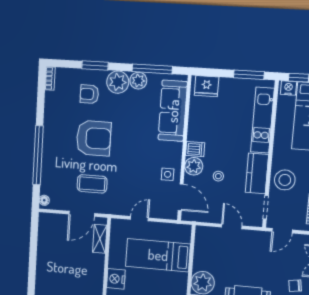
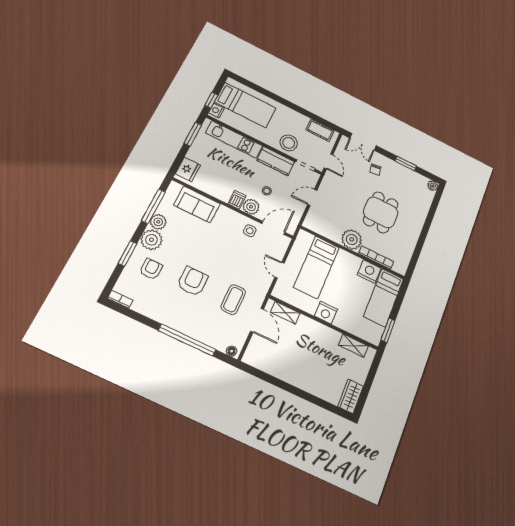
armchair: (89, 94) -> (151, 269), turned 180
sofa: (173, 111) -> (197, 204), width x0.73
armchair: (94, 138) -> (193, 281), width x0.73, depth x0.73

